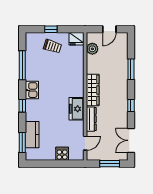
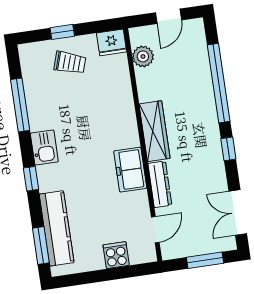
window: (131, 69) -> (219, 83), width x2.11
kitchen counter: (32, 135) -> (57, 228), width x1.50

